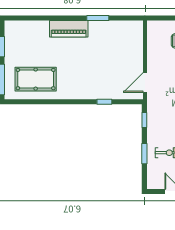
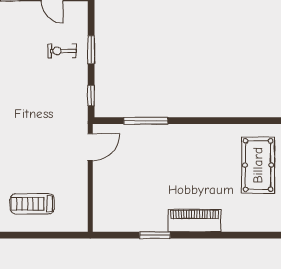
pool table: (36, 79) -> (258, 165), moved, turned 90
window: (104, 102) -> (146, 121), width x2.17

